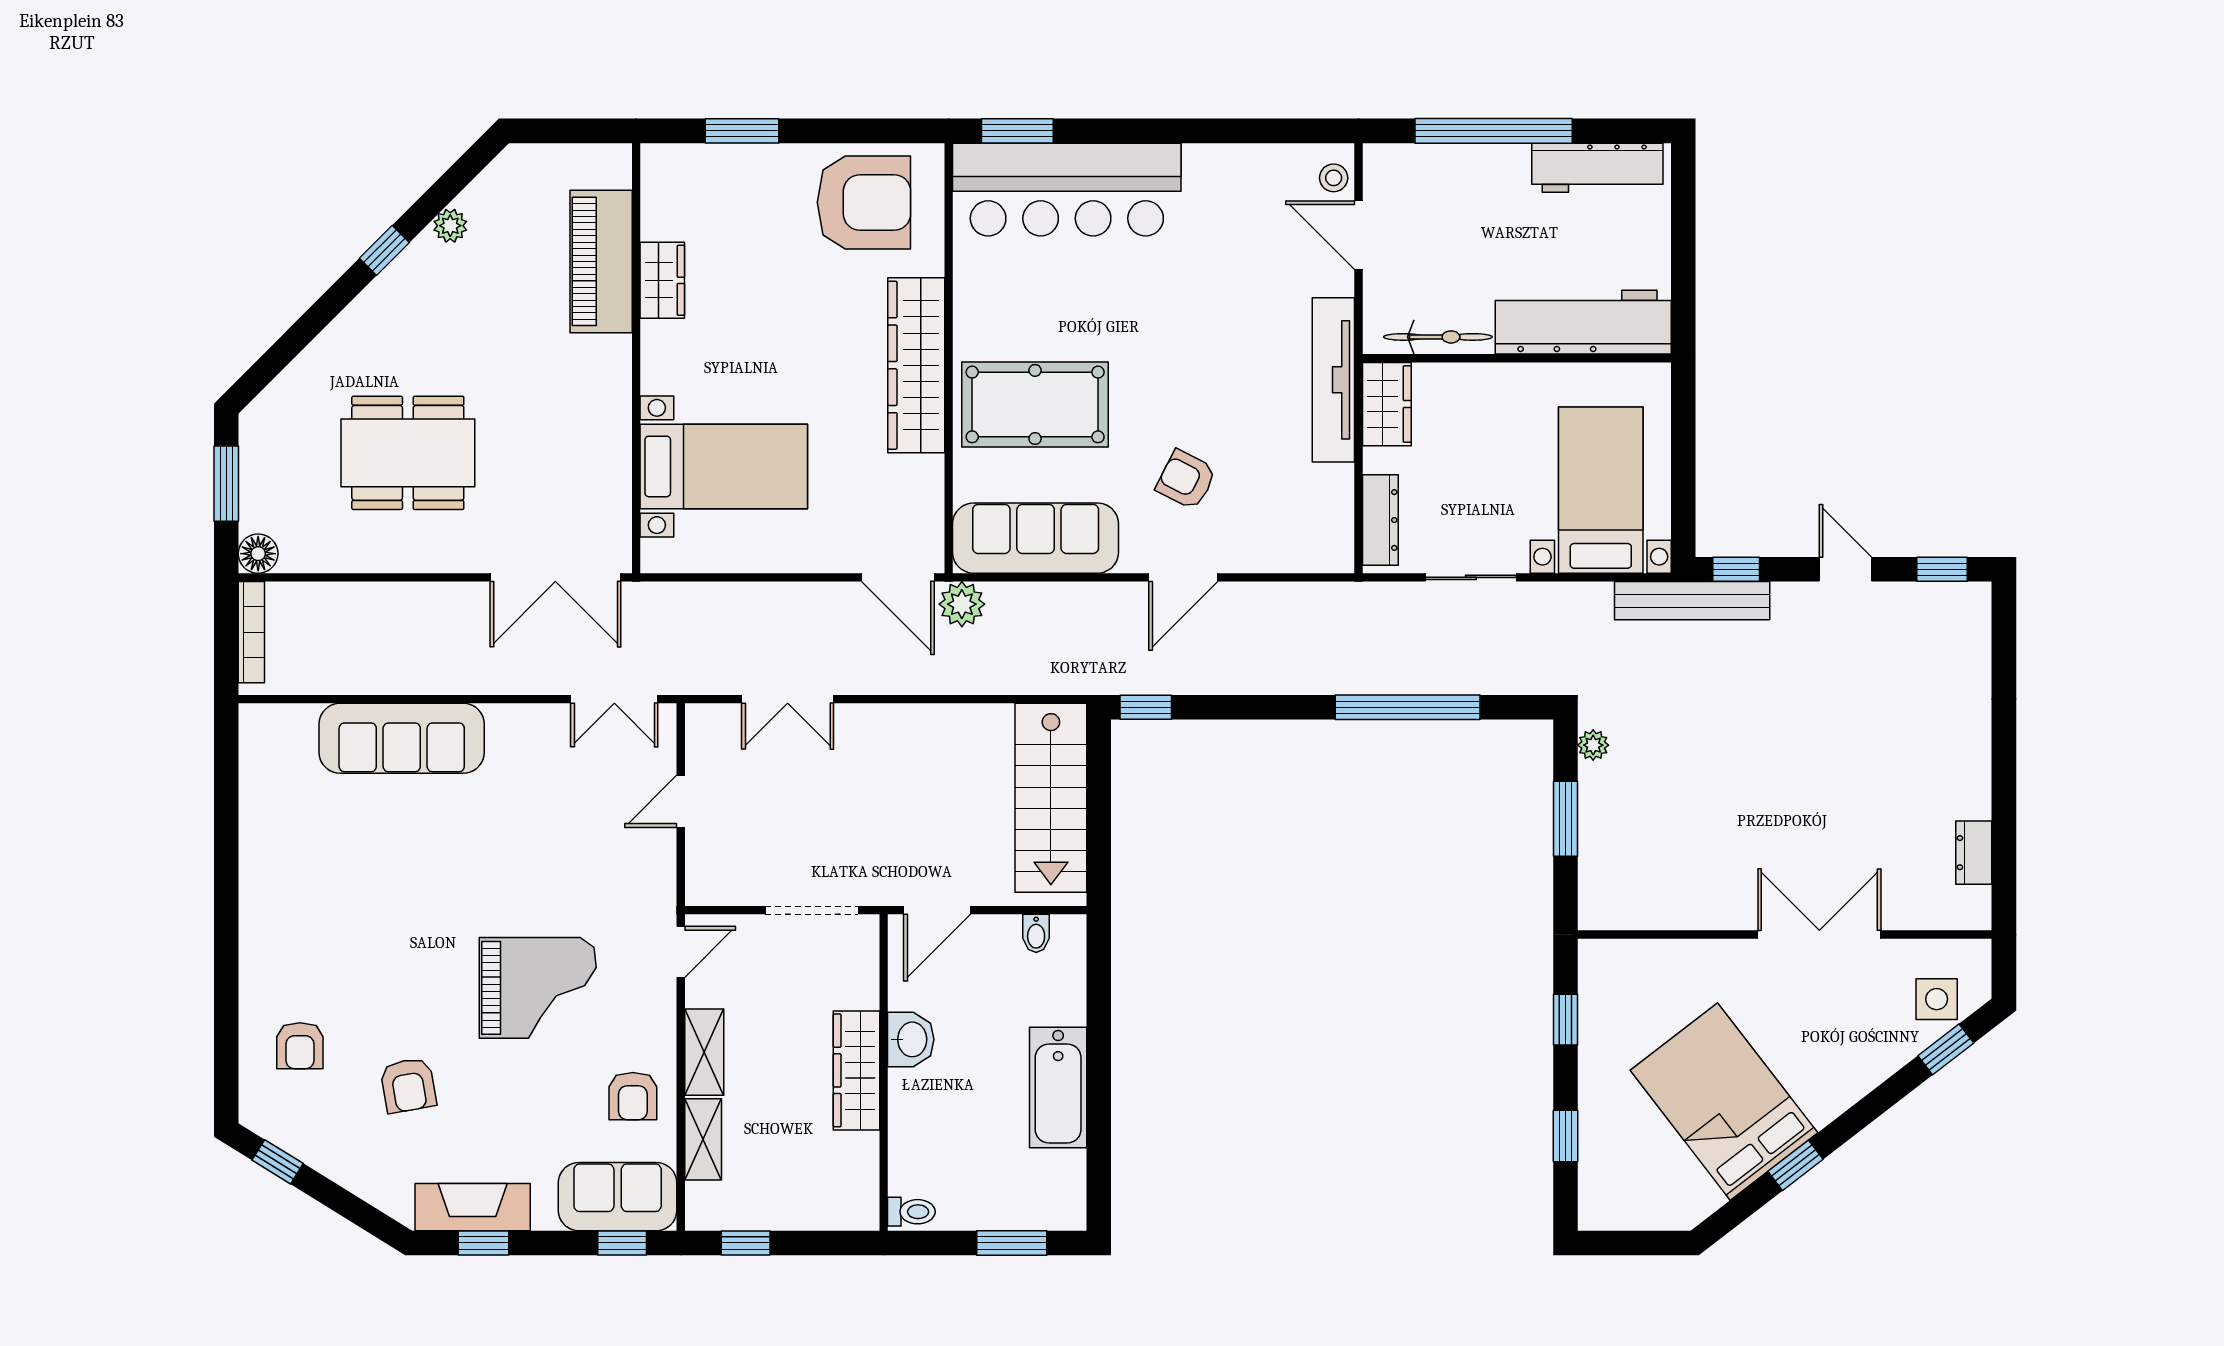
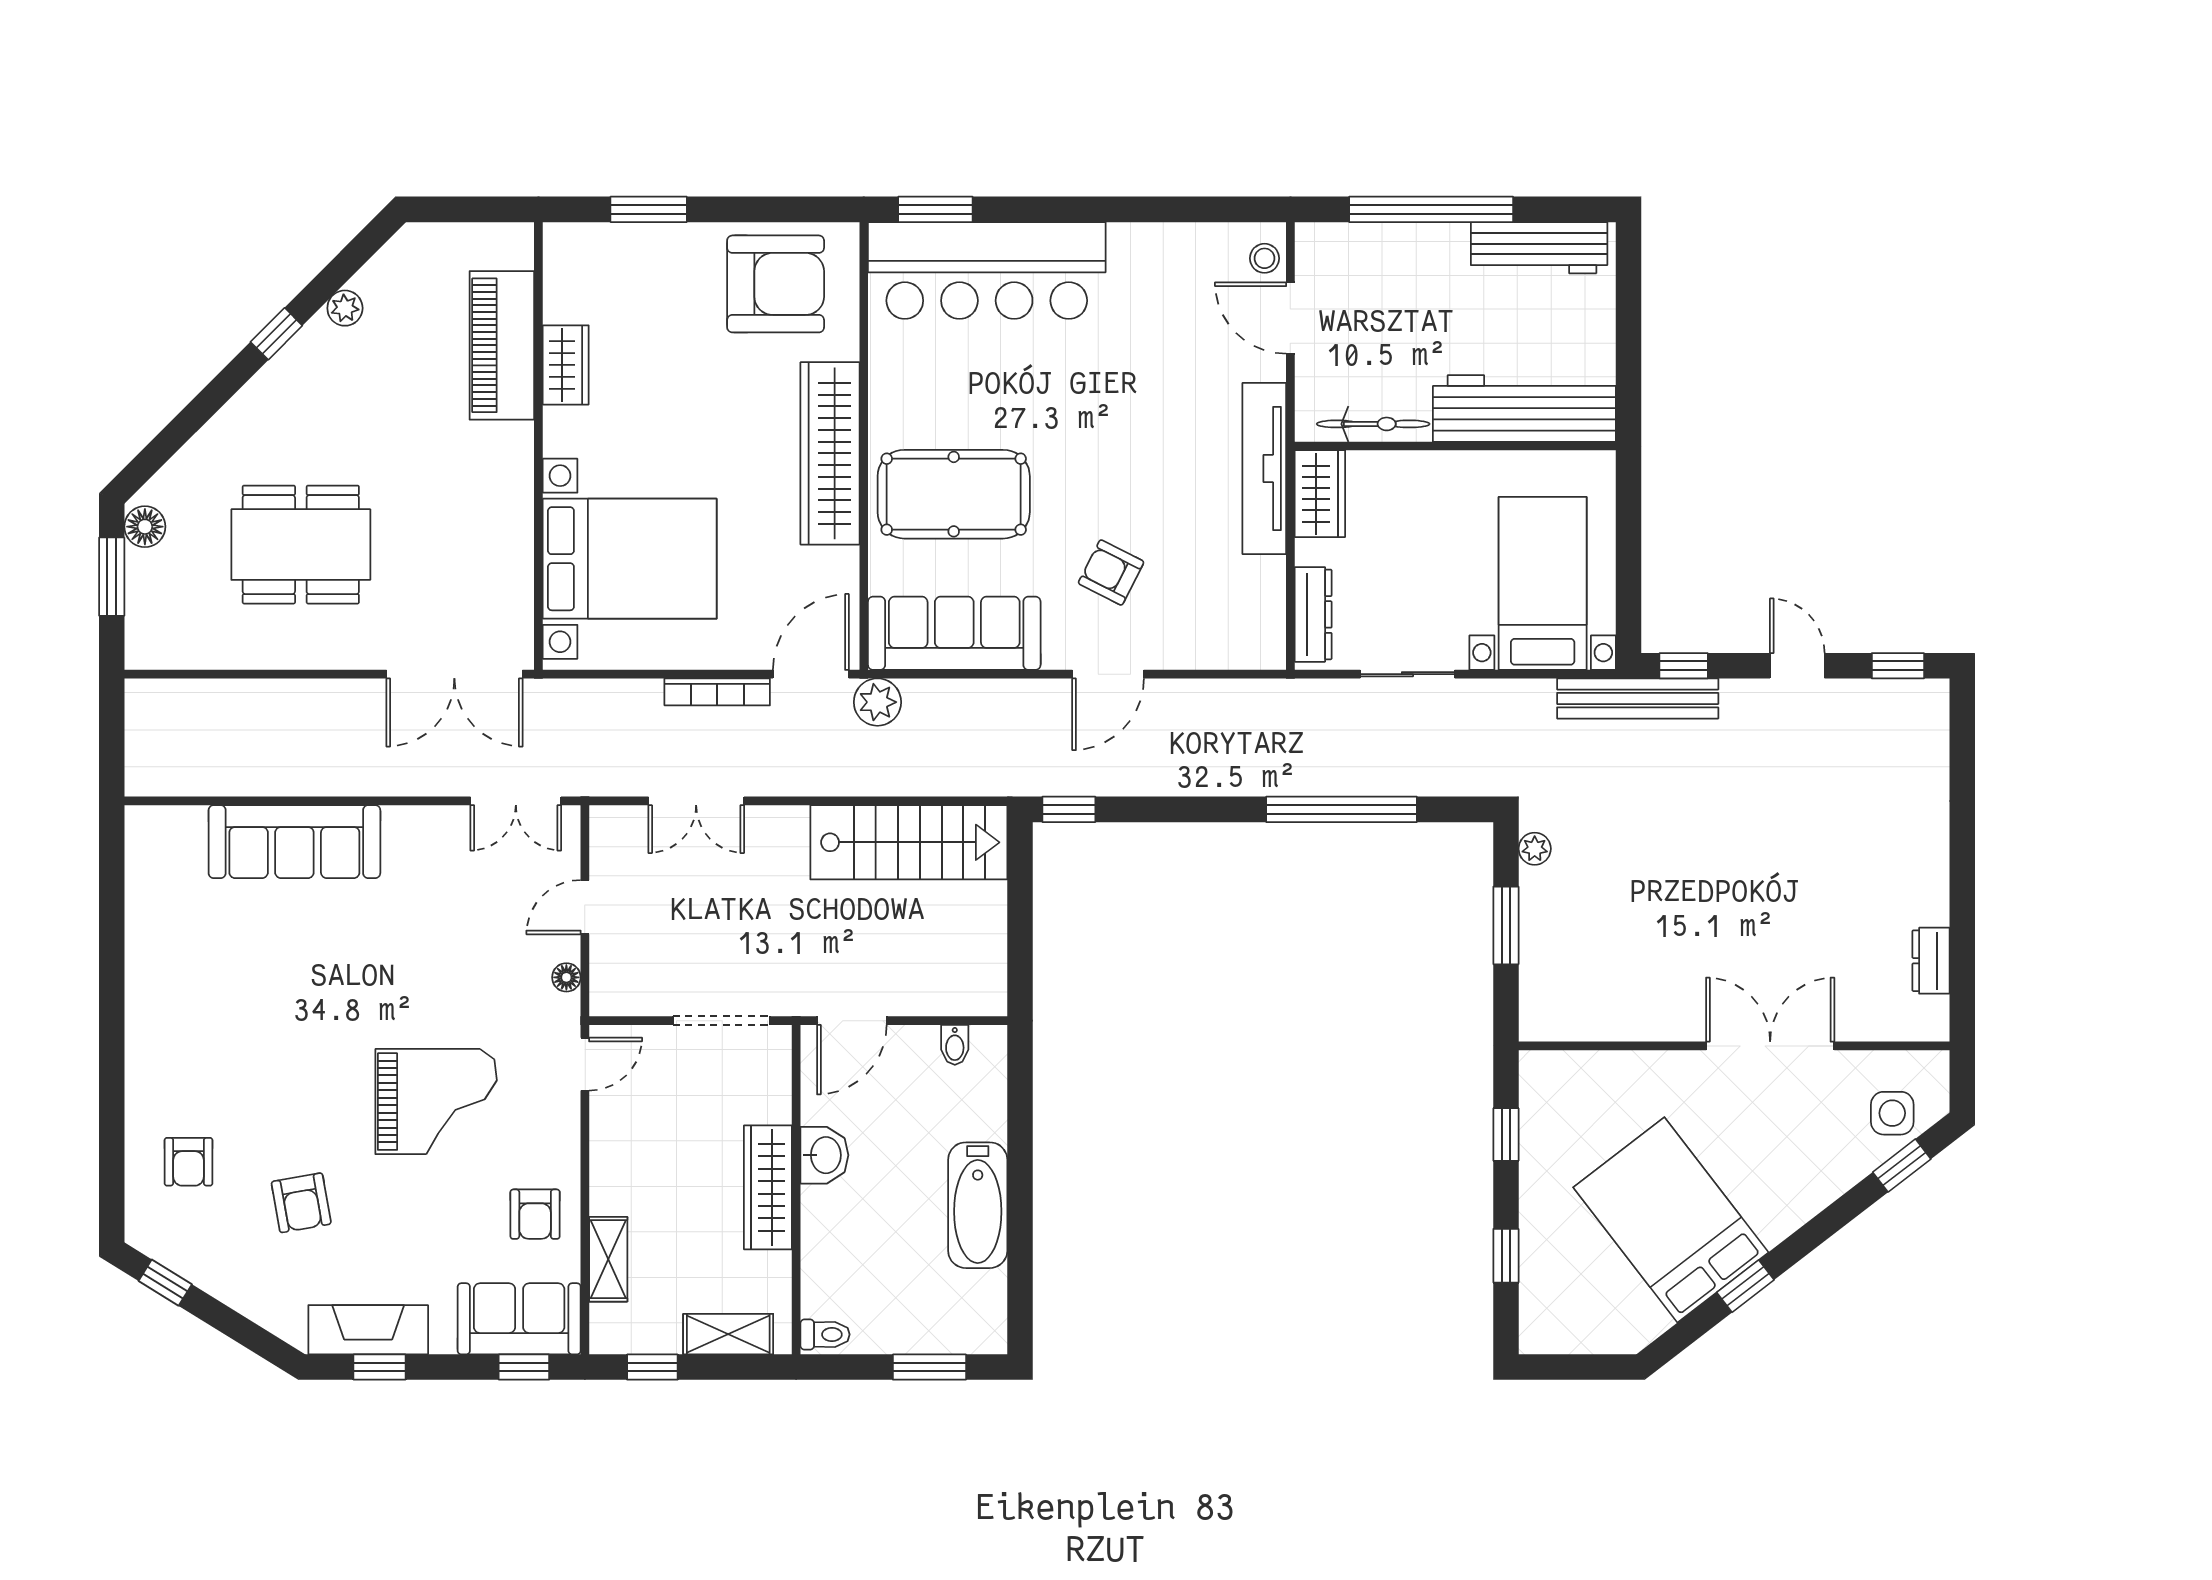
bed with nightstands: (724, 466) -> (630, 559), width x1.36
floor lamp: (258, 554) -> (145, 527), moved
door: (898, 577) -> (811, 674), swing flipped
bookcase: (251, 632) -> (717, 692), moved, turned 90
stairs: (1051, 798) -> (909, 842), moved, turned -90
floor lamp: (663, 869) -> (566, 977), added
shelving: (704, 1052) -> (728, 1334), moved, turned 90

